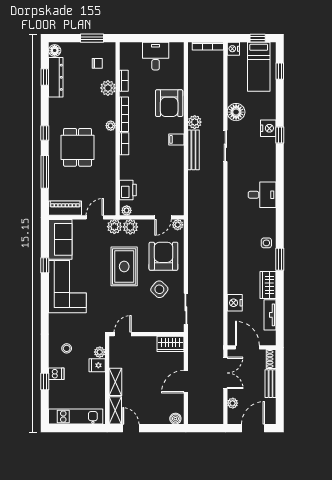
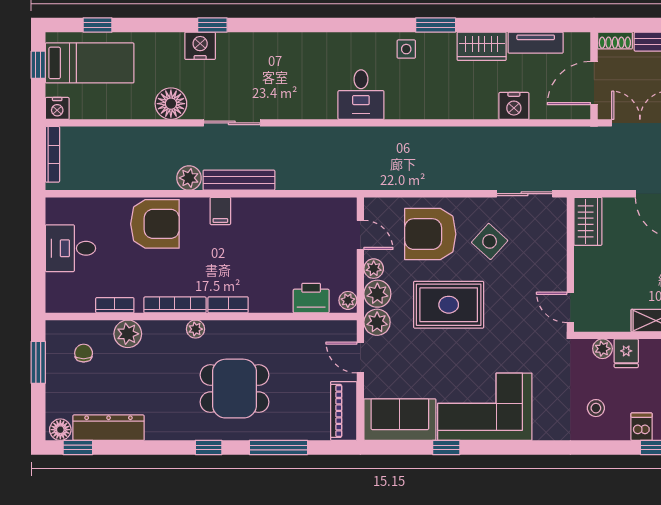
window: (45, 77) -> (78, 447), moved
desk: (262, 195) -> (361, 95), moved, turned 180
plant: (178, 225) -> (374, 269), moved

